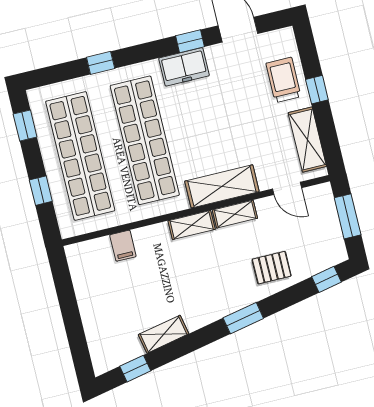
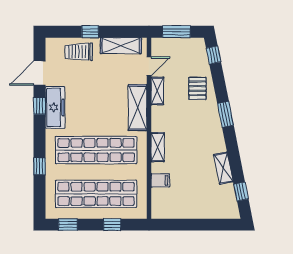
freezer: (184, 67) -> (55, 107), width x1.40
shelving: (235, 214) -> (157, 91), moved
shelving: (192, 225) -> (158, 147), moved

